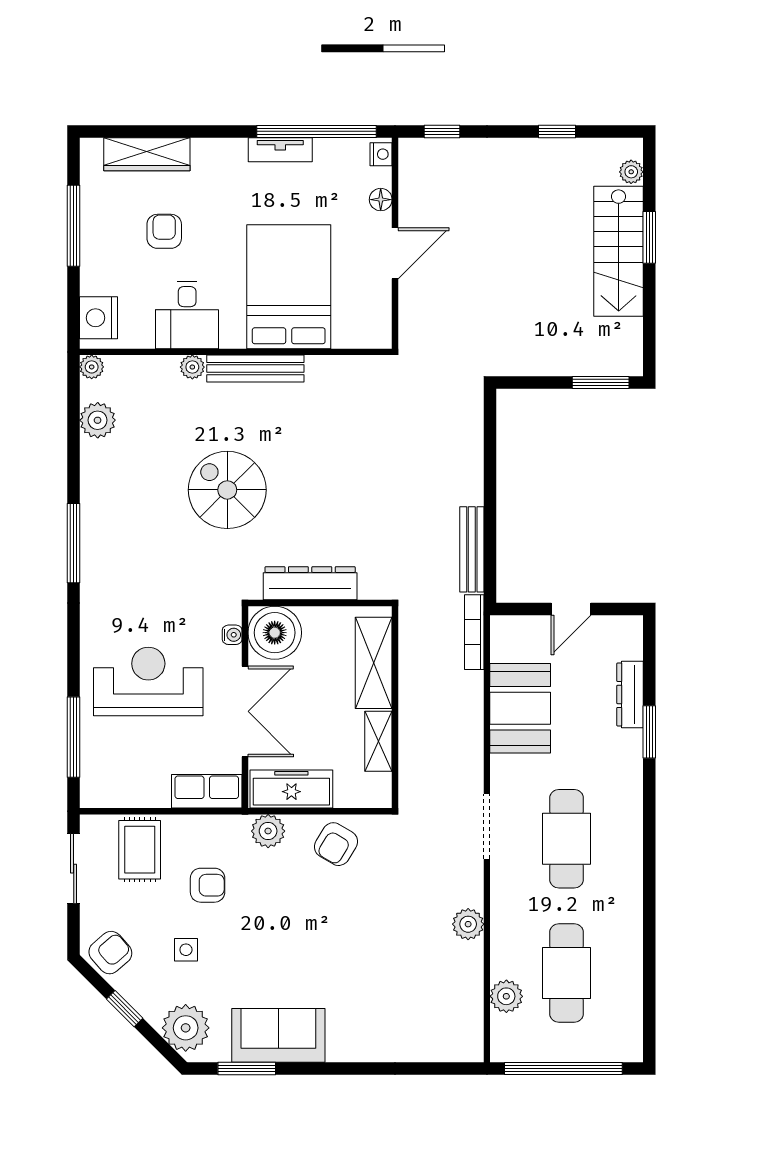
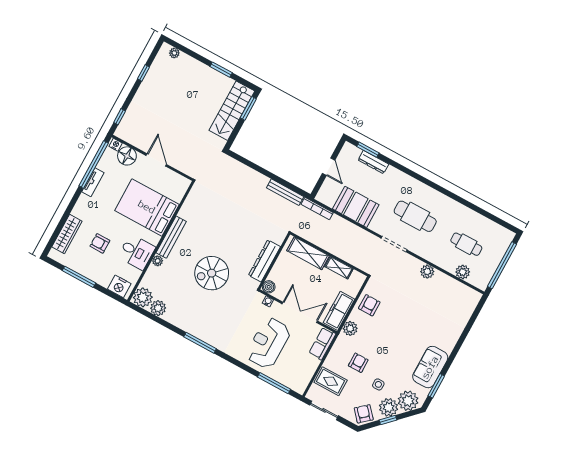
floor lamp: (381, 200) -> (127, 156), width x1.89, depth x1.89
window: (649, 237) -> (221, 70), moved
stairs: (619, 251) -> (232, 111), moved, turned 90
plant: (92, 367) -> (143, 297), width x1.88, depth x1.88
boiler: (275, 633) -> (269, 287), width x0.54, depth x0.54
window: (649, 732) -> (368, 150), moved
armchair: (336, 844) -> (369, 305), turned -121
cafe table: (567, 973) -> (466, 244), width x0.73, depth x0.74
plant: (151, 996) -> (389, 407), added

